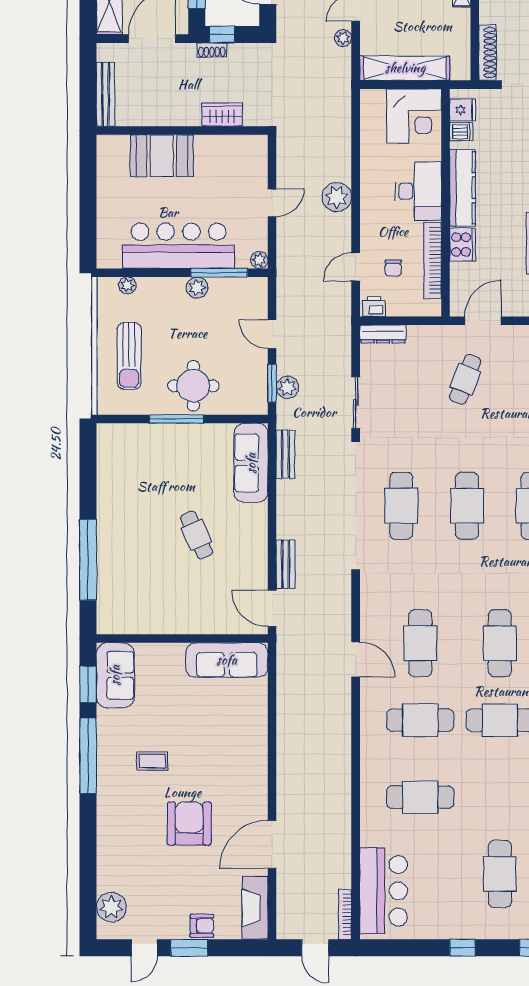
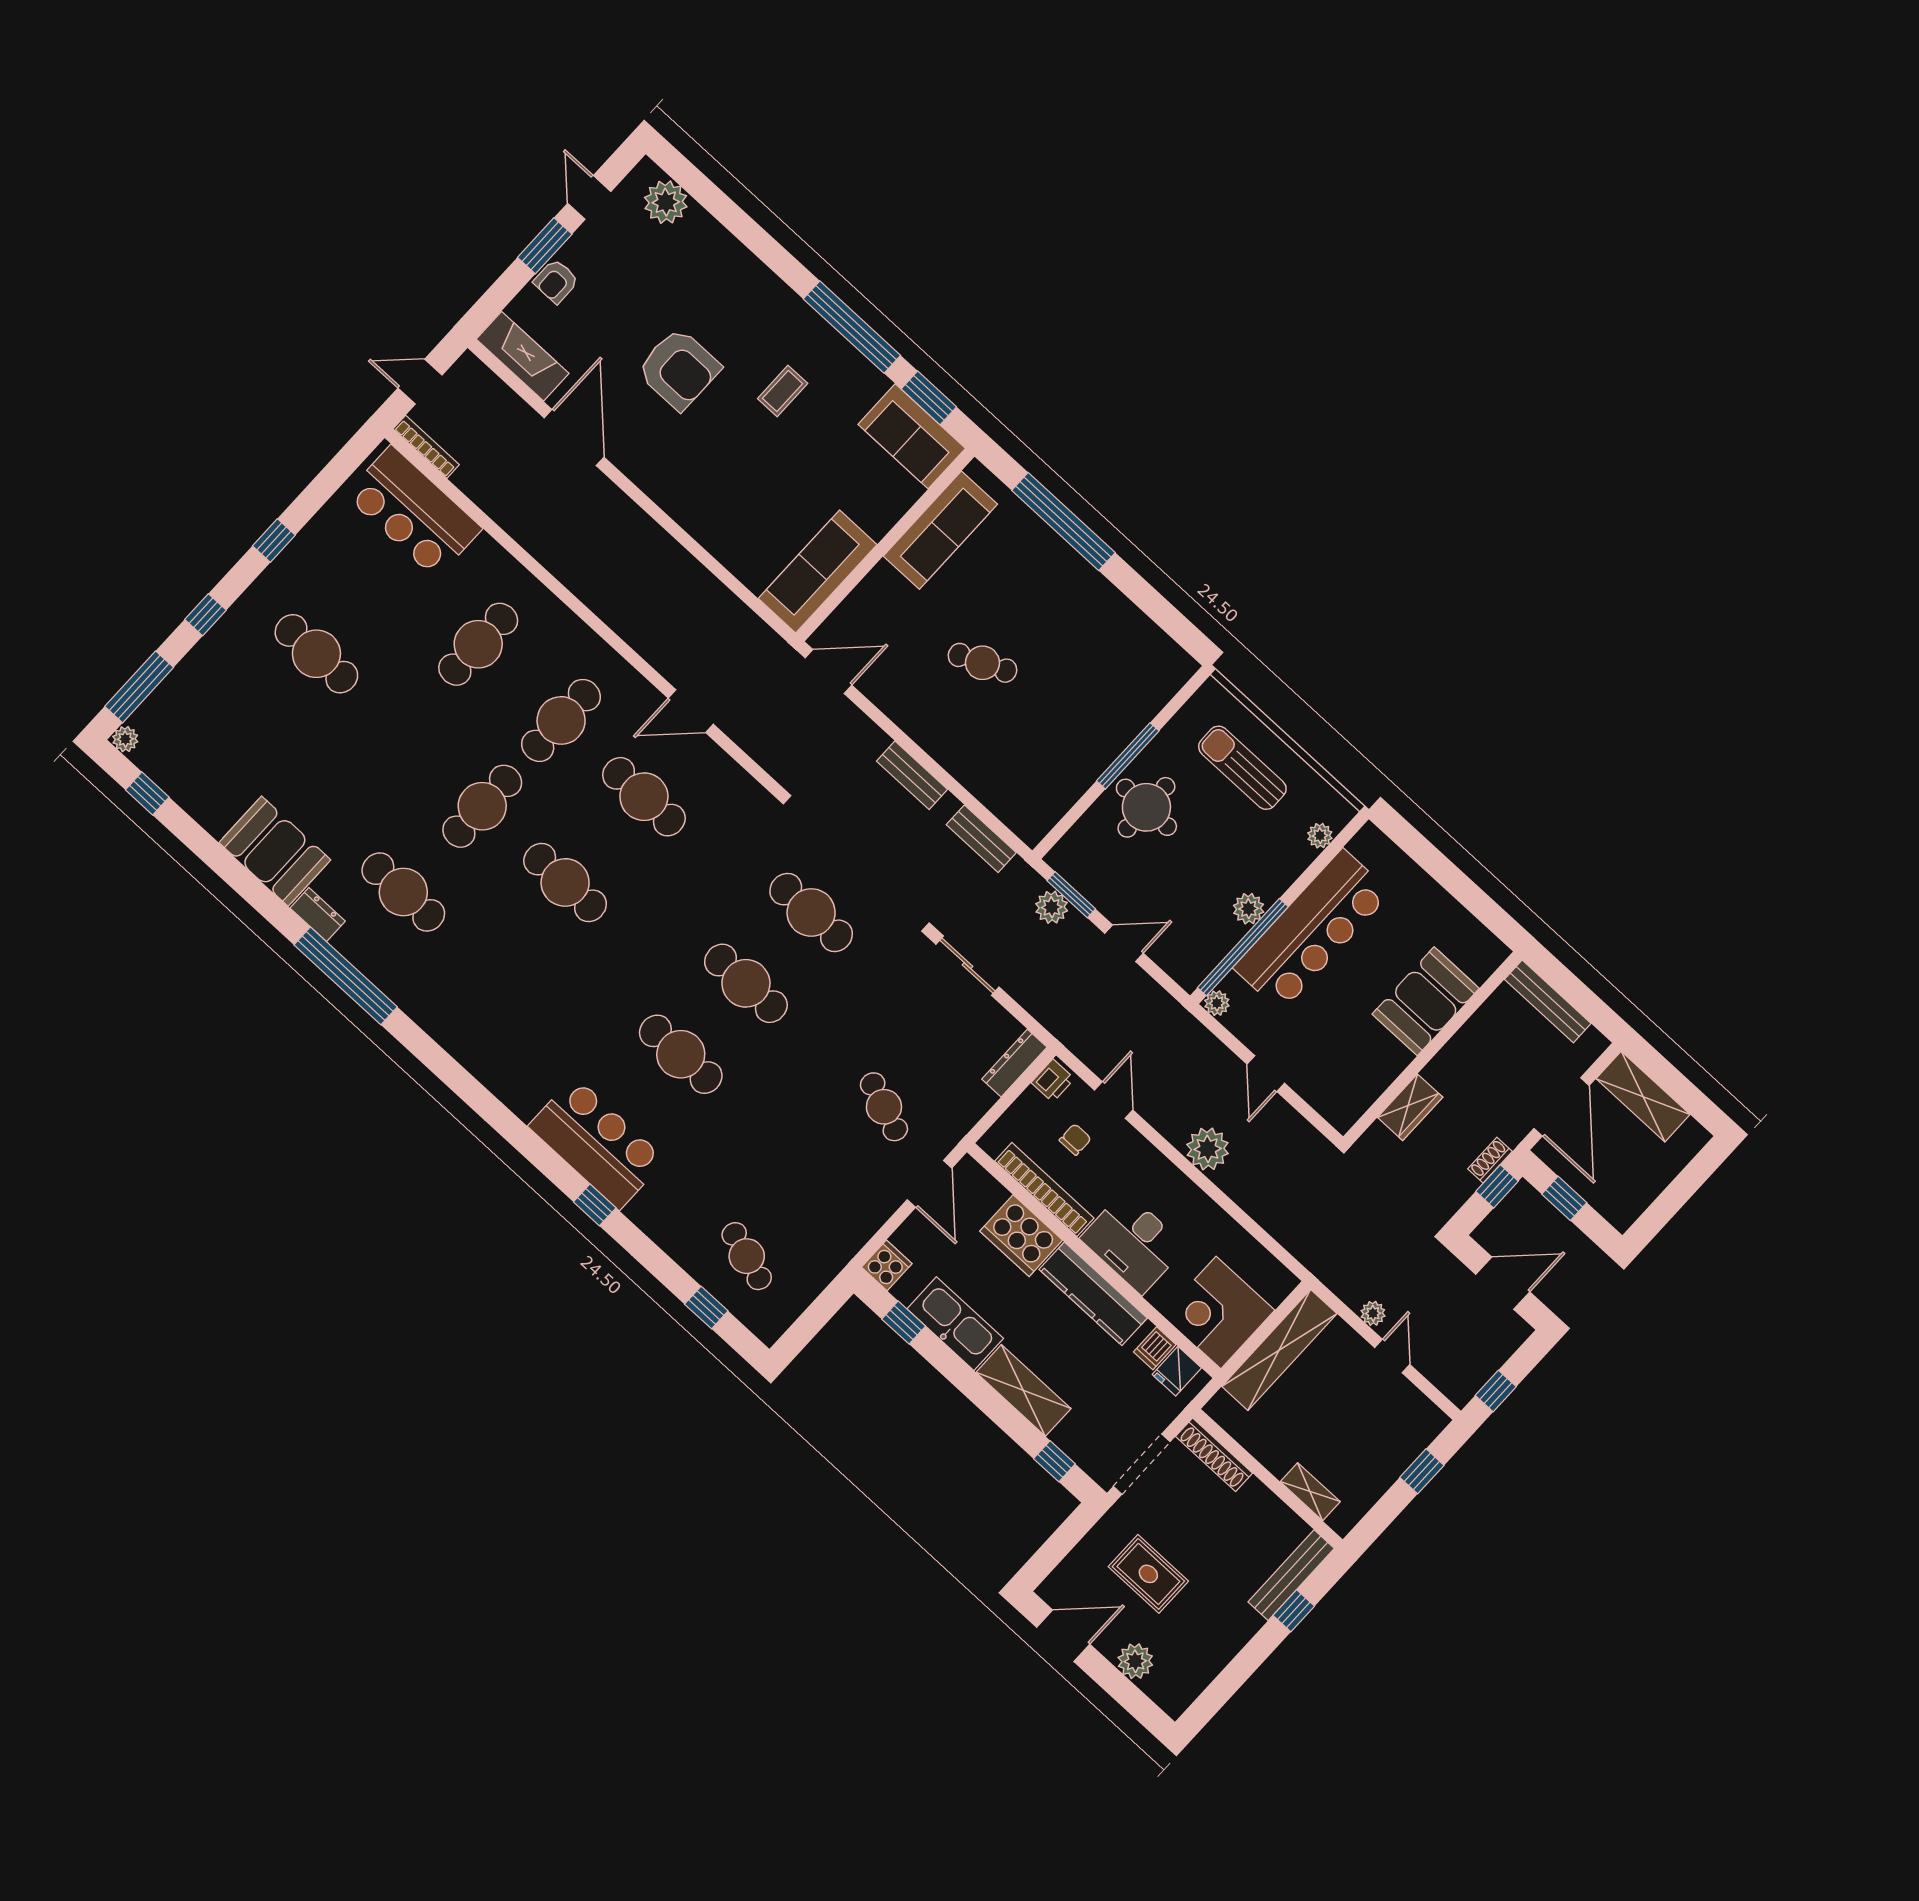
cooker: (463, 245) -> (1021, 1236), width x1.37, depth x1.31
chair: (393, 268) -> (1075, 1139), turned 90
window: (219, 273) -> (1243, 947), width x1.46
sofa: (251, 463) -> (940, 530), moved, turned 90
bench: (286, 564) -> (912, 775), moved

